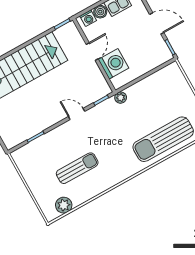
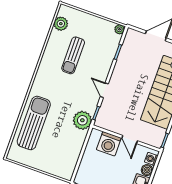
plant: (121, 98) -> (82, 120), width x1.88, depth x1.88
door: (77, 114) -> (104, 90), swing flipped
plant: (17, 155) -> (119, 29), added

